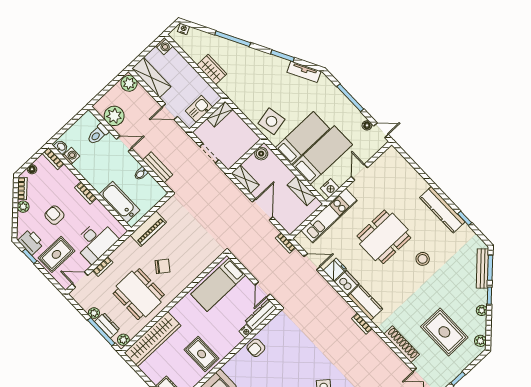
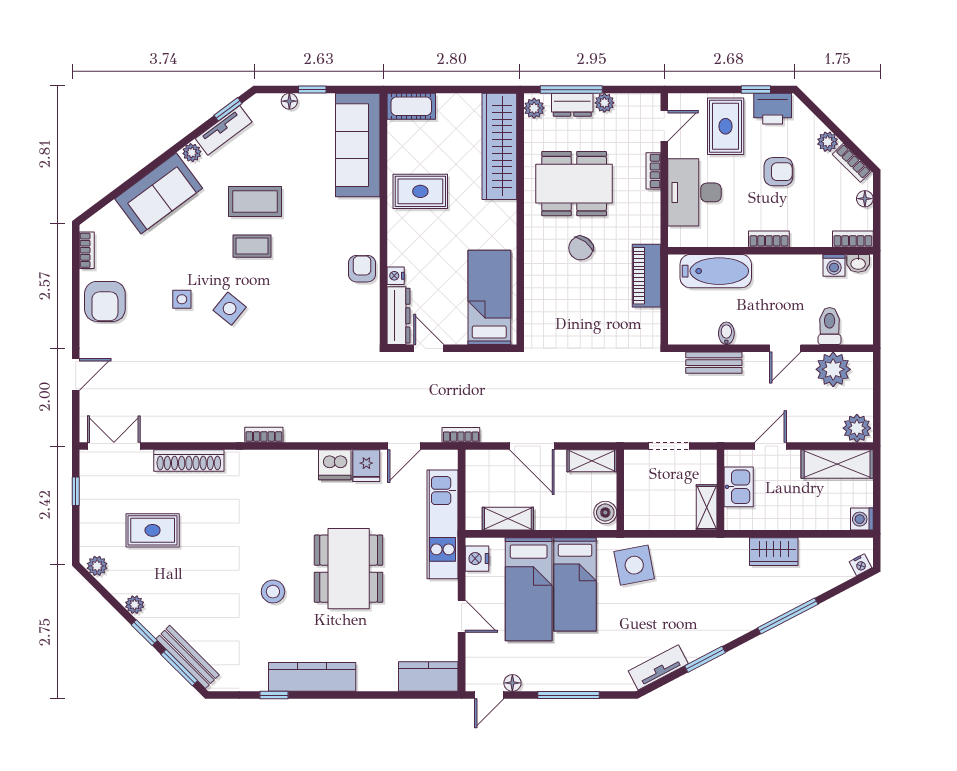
kitchen counter: (365, 303) -> (428, 677), moved, turned 180
rug: (444, 332) -> (153, 530), width x0.73, depth x0.70

